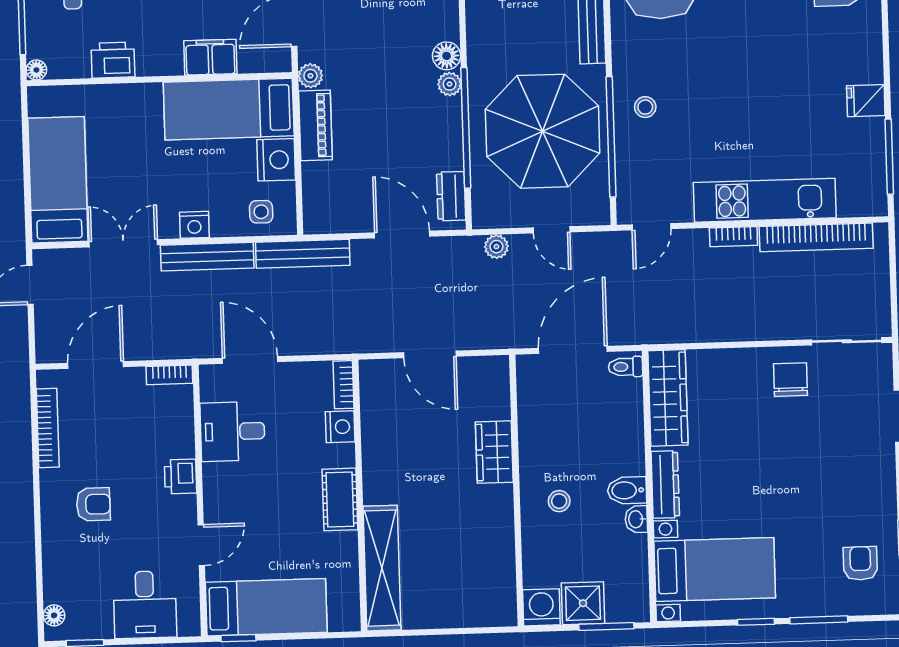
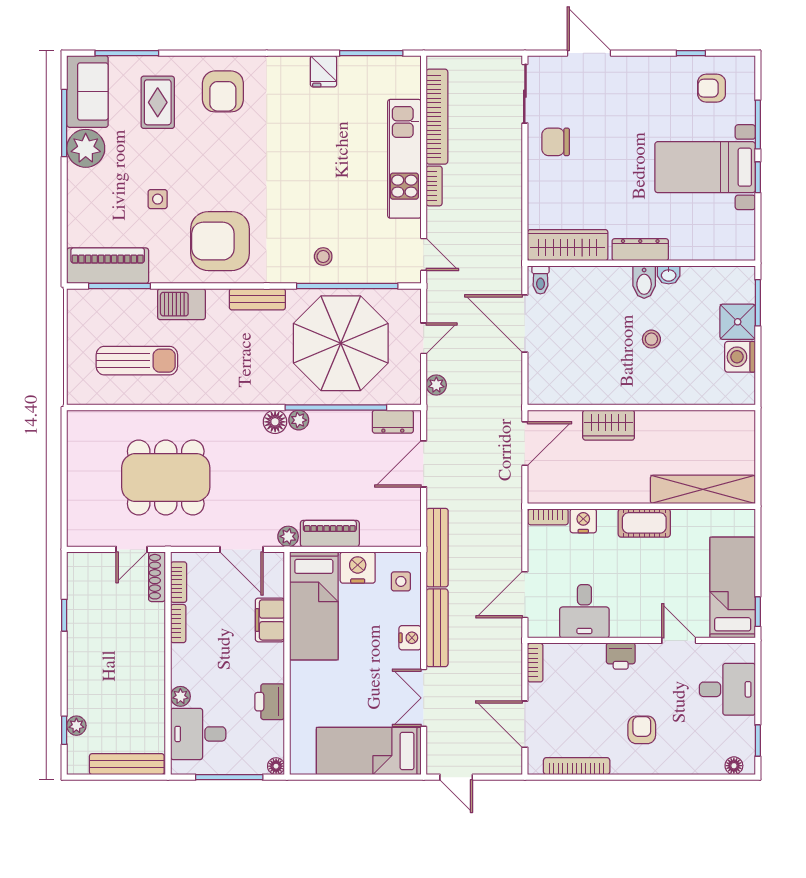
wardrobe: (494, 452) -> (609, 425), moved
wall: (516, 491) -> (641, 408), moved
bed with nightstands: (715, 570) -> (705, 167), moved, turned -90

